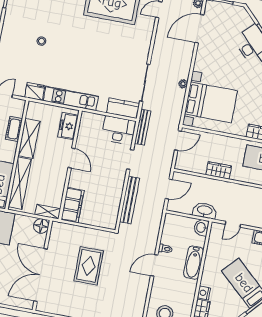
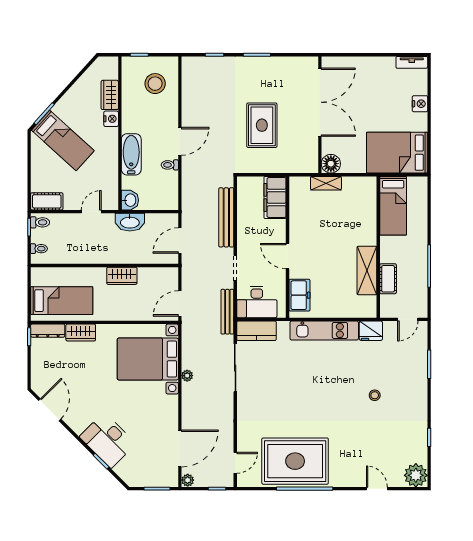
freezer: (68, 126) -> (300, 295), moved
door: (72, 158) -> (288, 256), moved
wall: (70, 165) -> (288, 247), moved
shelving: (20, 183) -> (368, 212), removed
filing cabinet: (73, 205) -> (275, 197), moved

